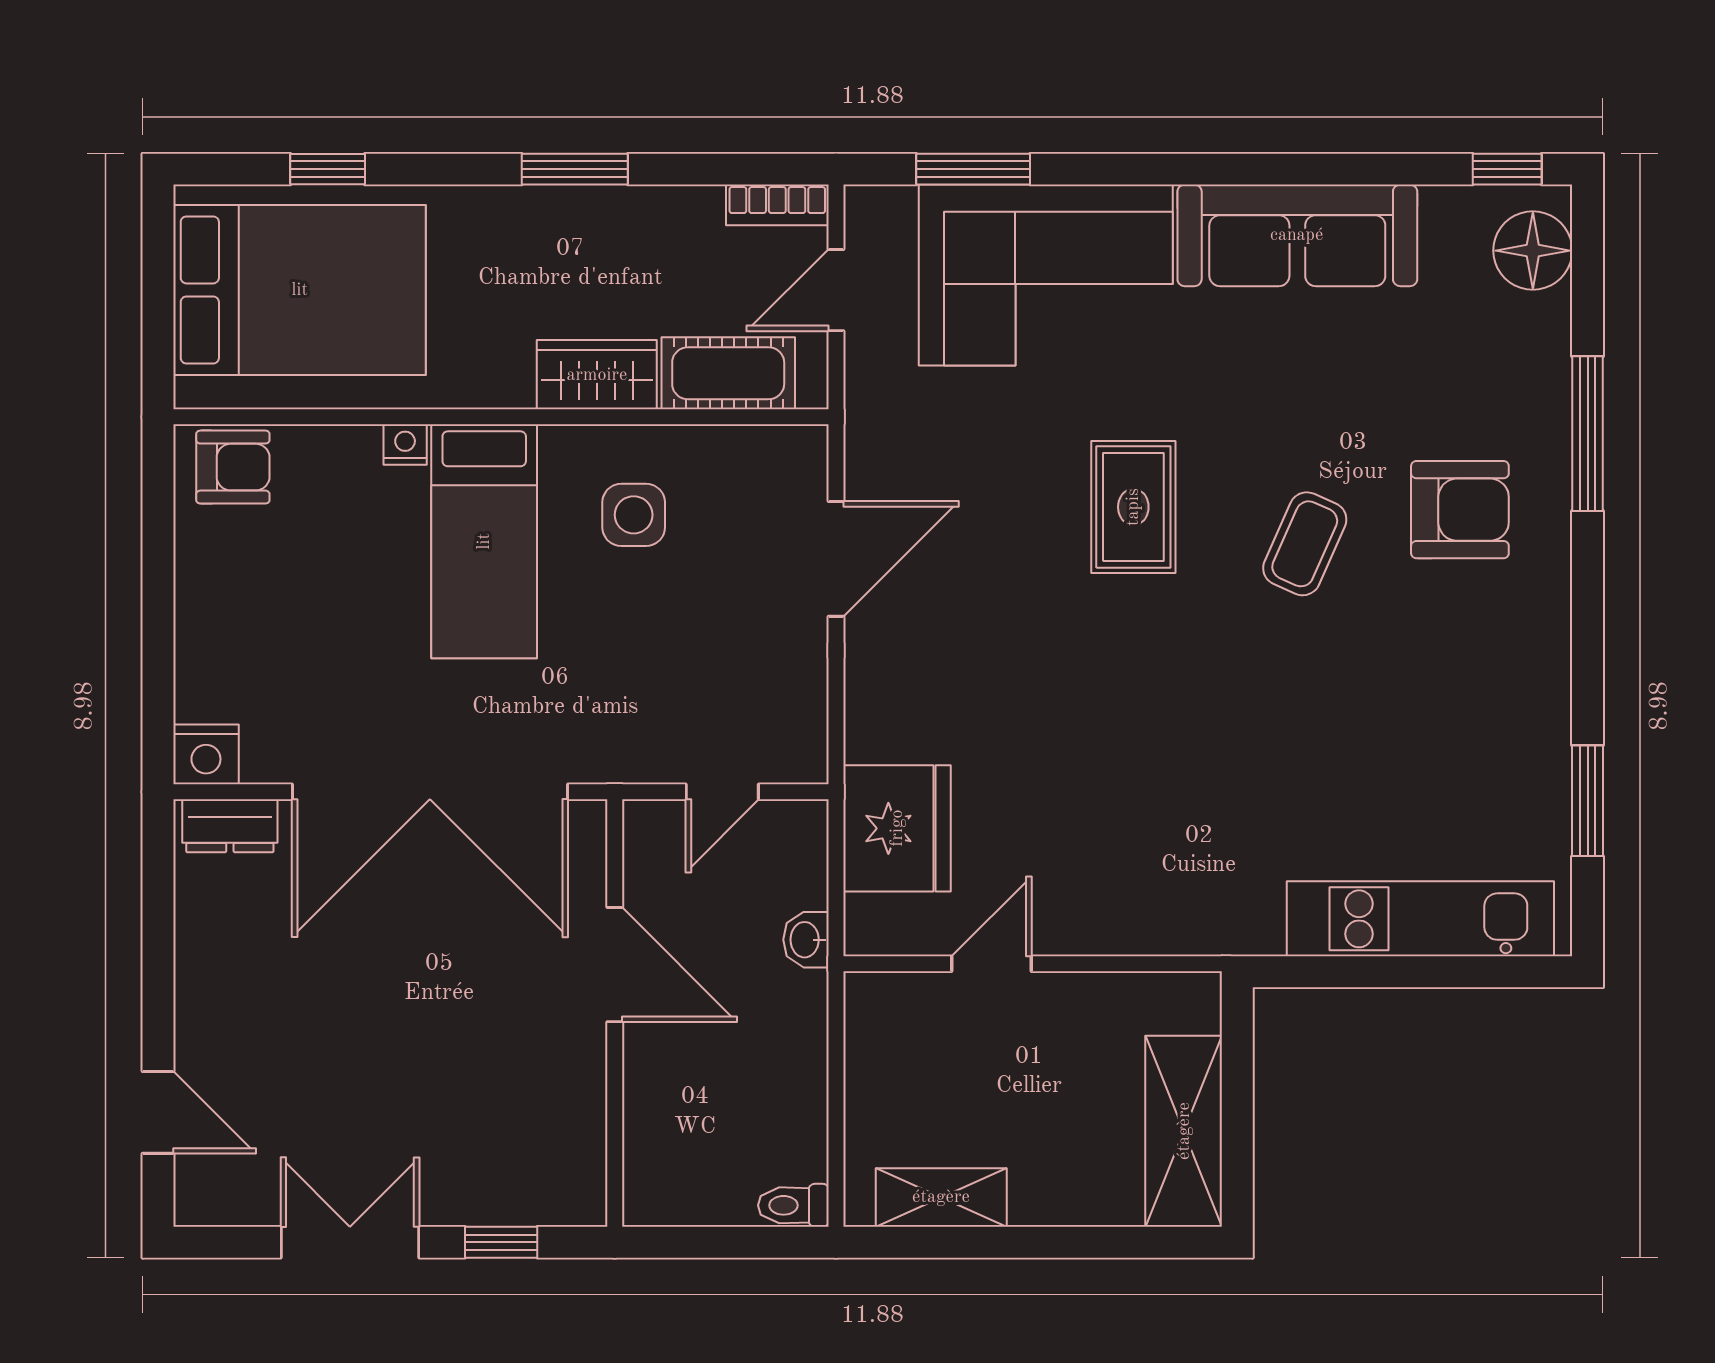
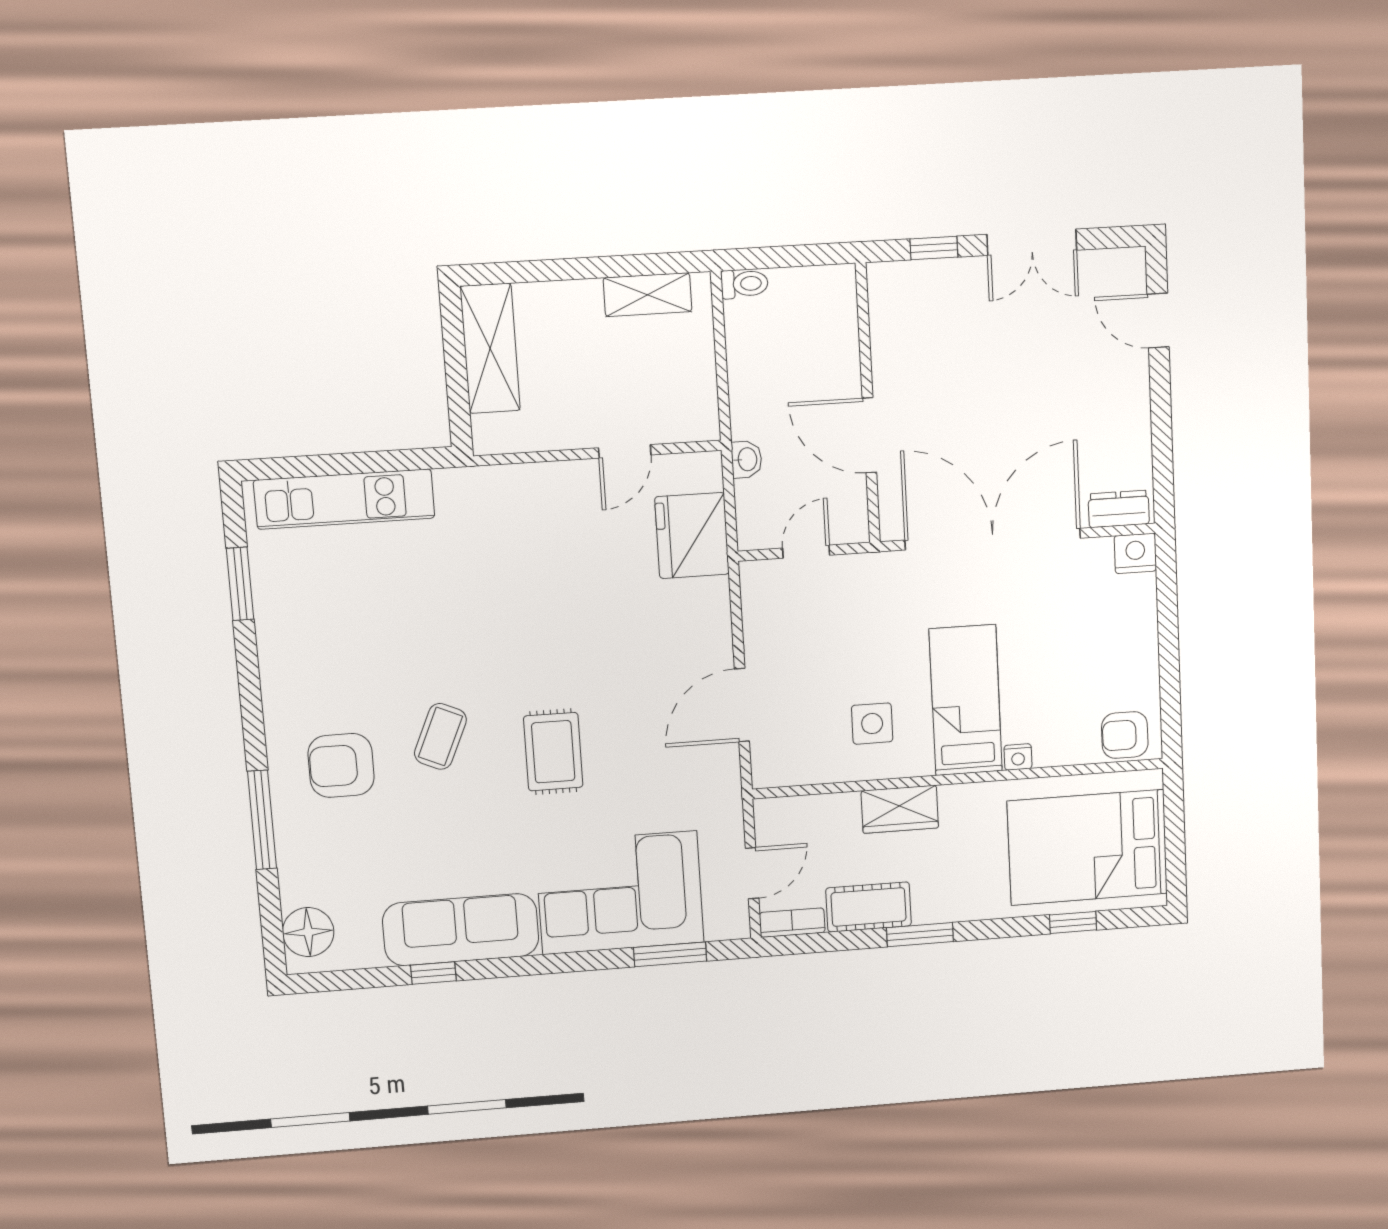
window: (1507, 169) -> (433, 973), moved
cot: (728, 373) -> (869, 907), moved

